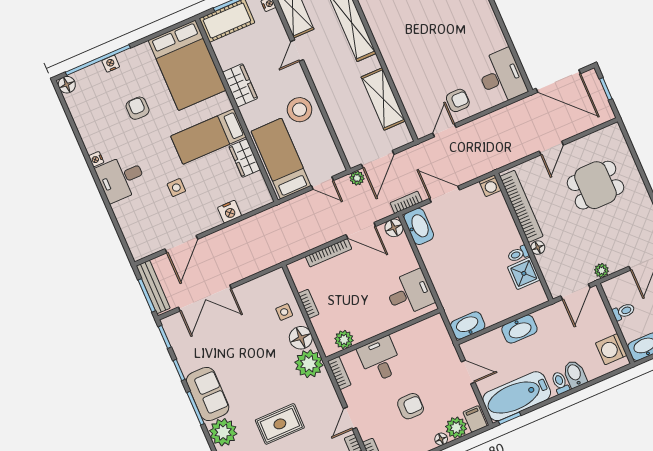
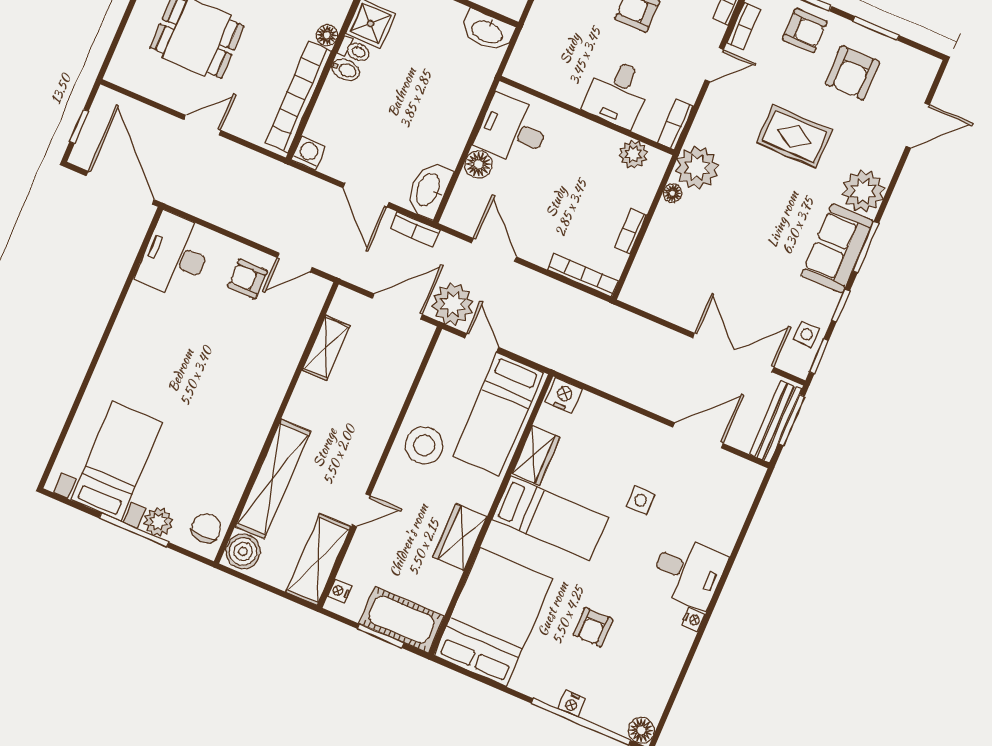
shelving: (383, 99) -> (326, 348), width x0.67, depth x0.75
plant: (357, 178) -> (453, 304), width x1.87, depth x1.87
nightstand: (230, 212) -> (564, 395), moved
floor lamp: (394, 228) -> (478, 164), moved
bidet: (513, 241) -> (345, 70), added
bookcase: (329, 253) -> (583, 275), moved
side table: (284, 312) -> (807, 334), moved
floor lamp: (301, 338) -> (672, 193), width x0.53, depth x0.53

